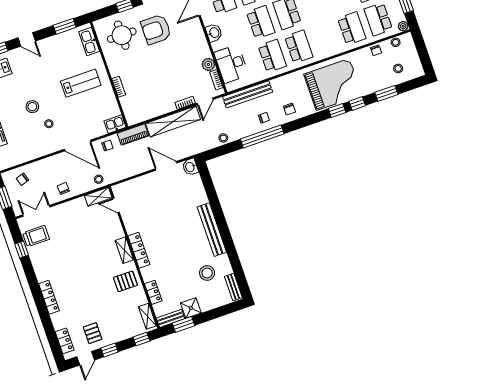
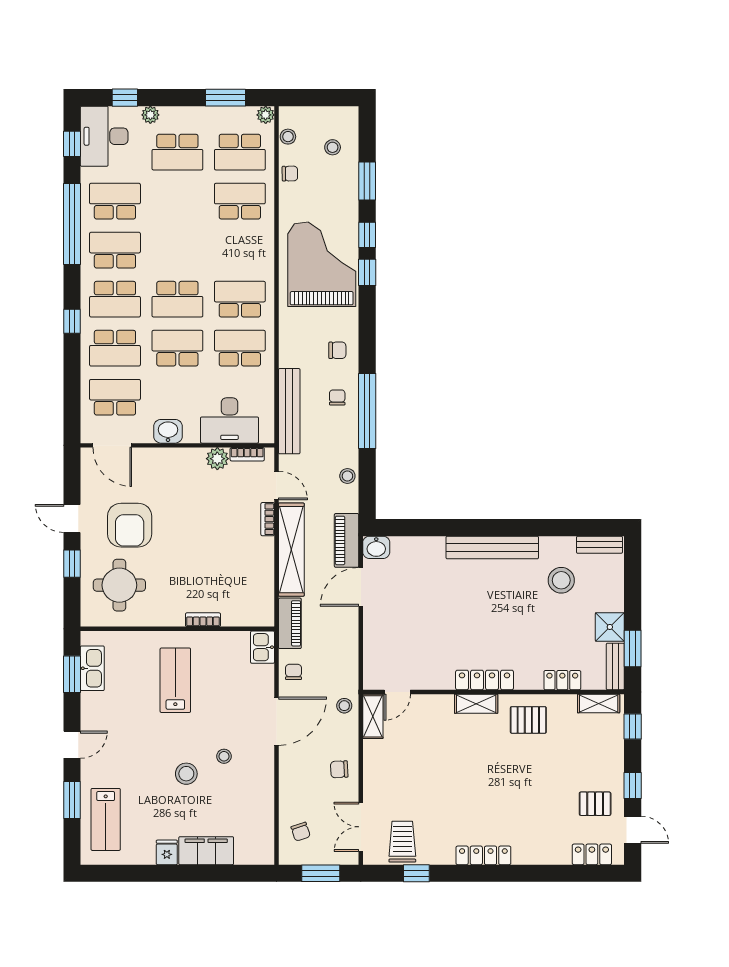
kitchen sink: (89, 42) -> (92, 668), moved, turned -90
piano: (188, 150) -> (347, 540), added
pallet: (125, 281) -> (528, 720), turned 90
locker: (49, 297) -> (483, 855), moved

